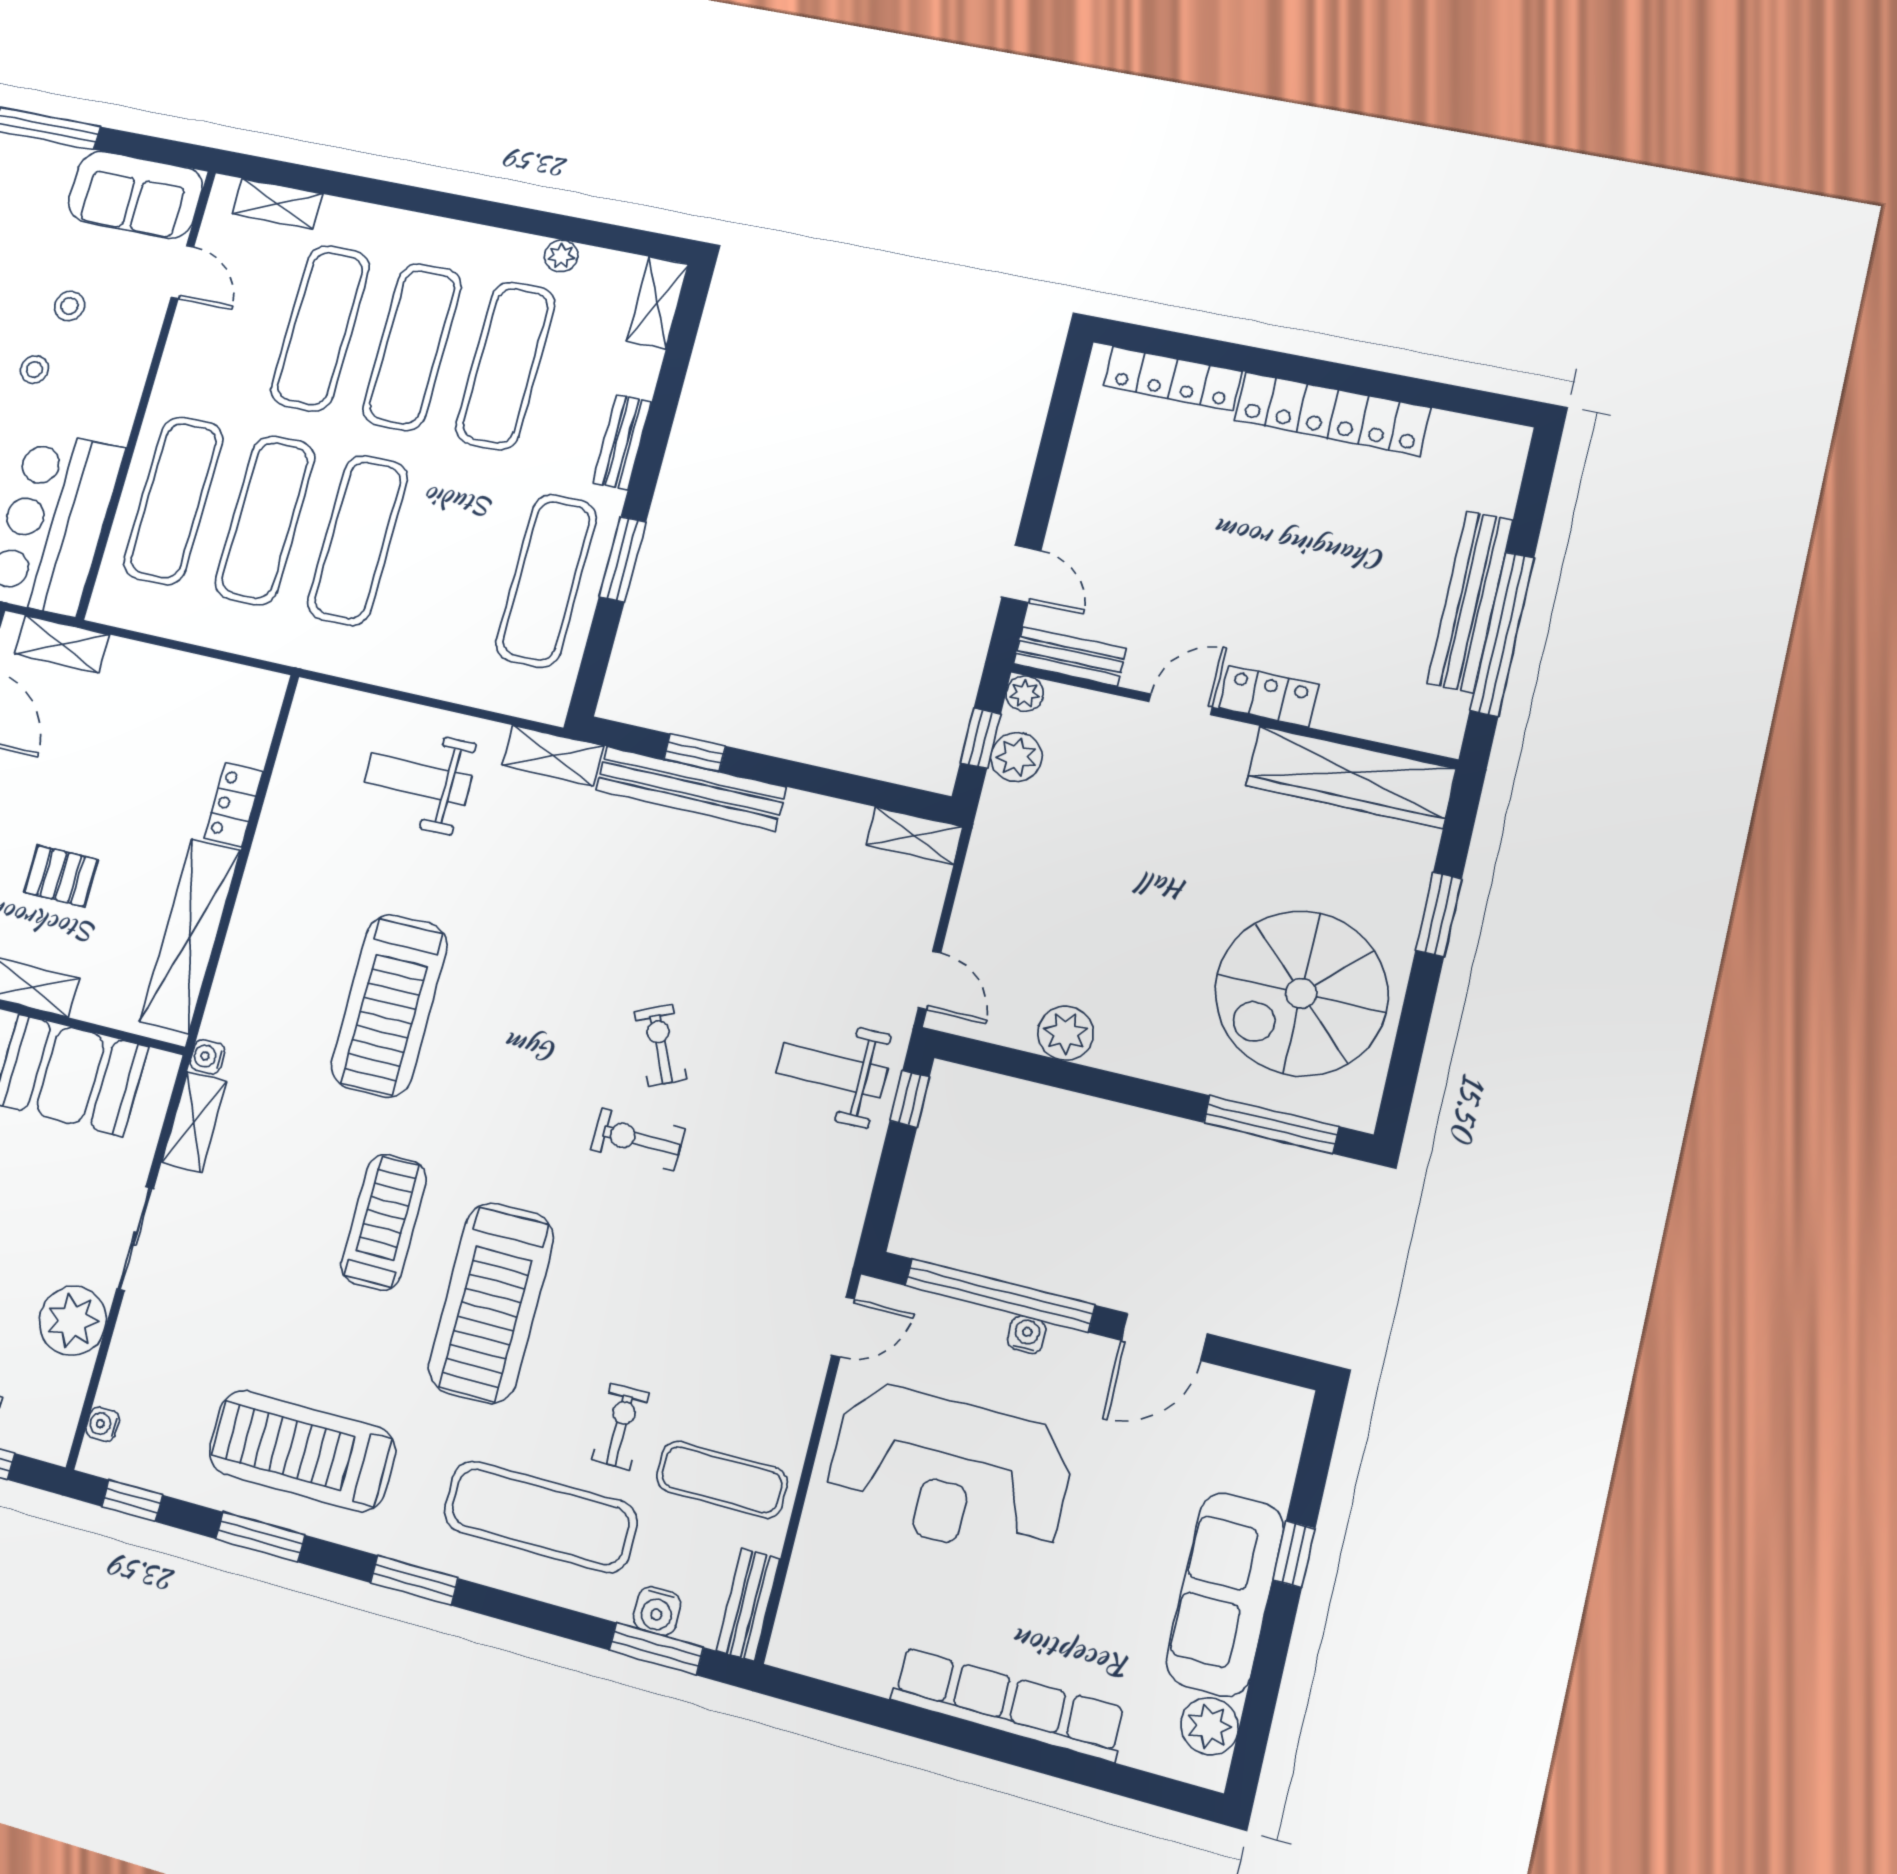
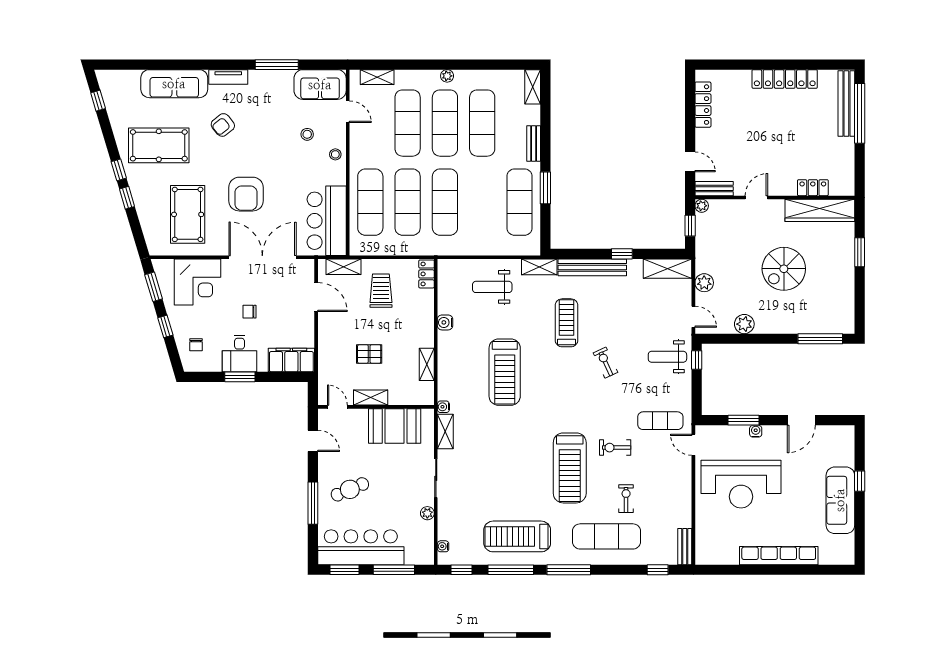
plant: (561, 256) -> (447, 76), moved
stool: (34, 370) -> (335, 154), moved
locker: (1173, 379) -> (703, 105), moved, turned -90
bench: (1470, 601) -> (846, 103), moved
window: (1502, 634) -> (860, 113), moved
locker: (1269, 696) -> (813, 188), moved
trolley: (136, 724) -> (381, 291), added
window: (695, 753) -> (622, 254), moved
plant: (1016, 757) -> (704, 283), moved
locker: (234, 805) -> (427, 274), moved
shelving: (914, 836) -> (667, 269), width x1.50, depth x1.33
shelving: (190, 936) -> (427, 364), width x0.45, depth x0.75
spiral stairs: (1301, 993) -> (784, 269), moved, width x0.73, depth x0.73
exercise bike: (638, 1139) -> (615, 448), moved
treadmill: (384, 1222) -> (567, 323), moved
window: (1000, 1295) -> (744, 420), width x0.47
plant: (73, 1321) -> (427, 513), width x0.53, depth x0.53
door: (843, 1327) -> (693, 445), swing flipped
exercise mat: (722, 1480) -> (660, 421), moved
window: (260, 1537) -> (511, 570), width x1.44
window: (414, 1580) -> (569, 570), width x1.44
water cooler: (657, 1611) -> (445, 322), moved, turned 90
window: (656, 1649) -> (658, 570), width x0.67
plant: (1209, 1726) -> (845, 544), removed

